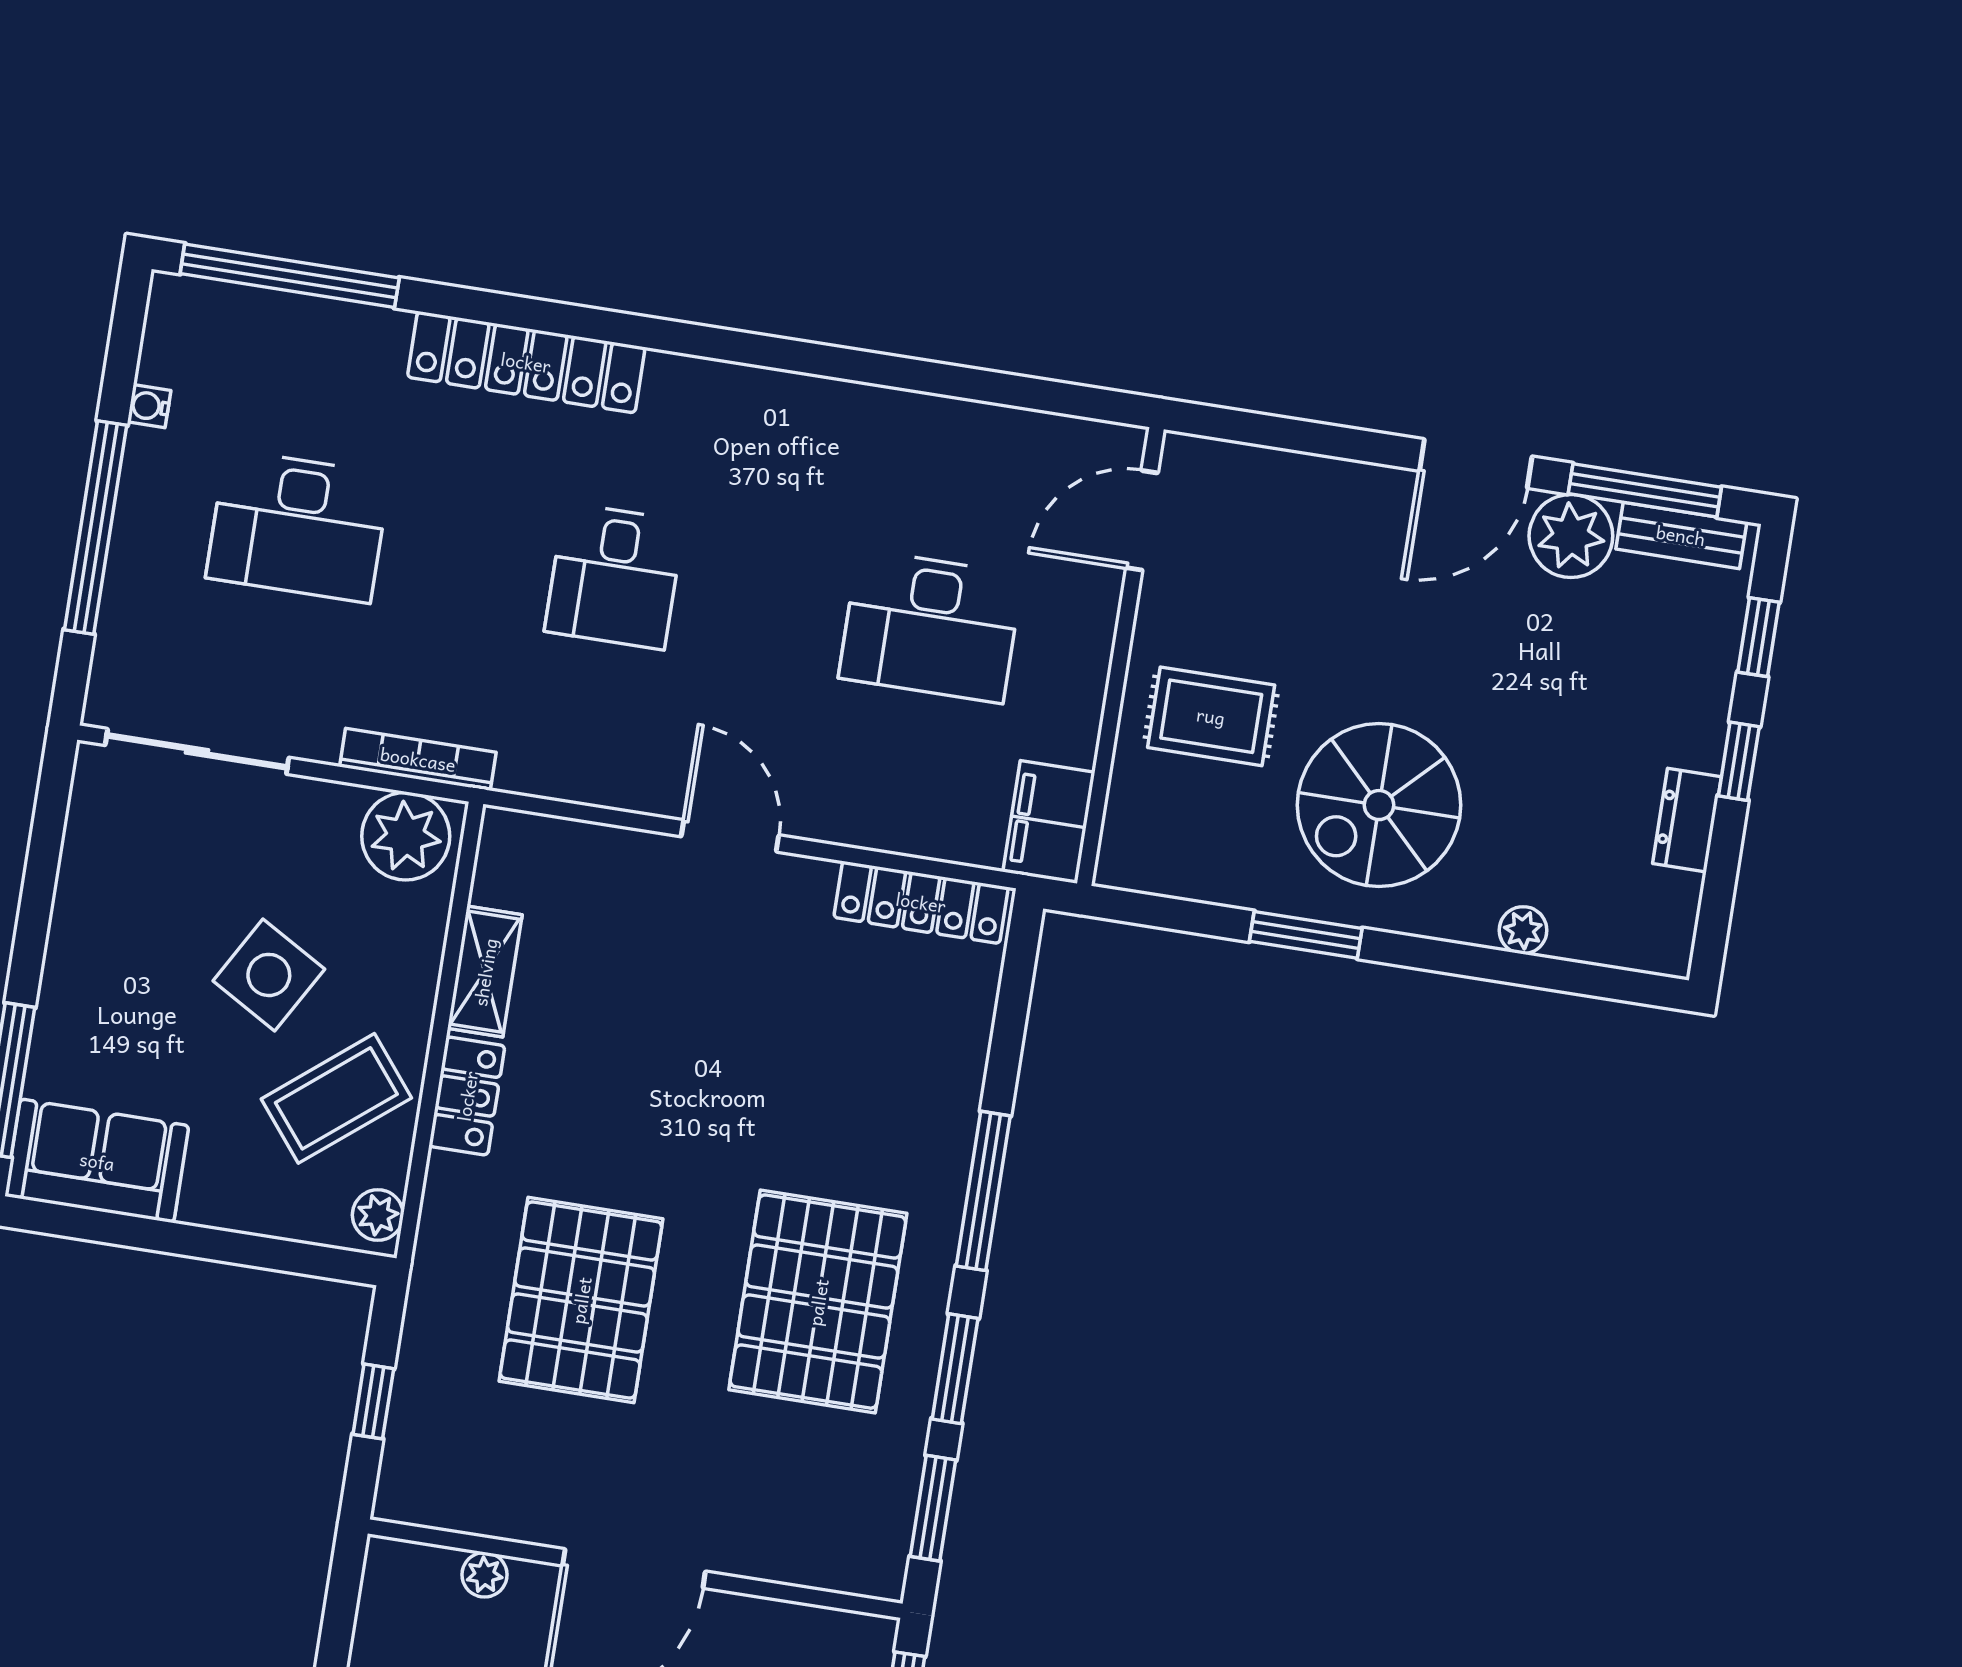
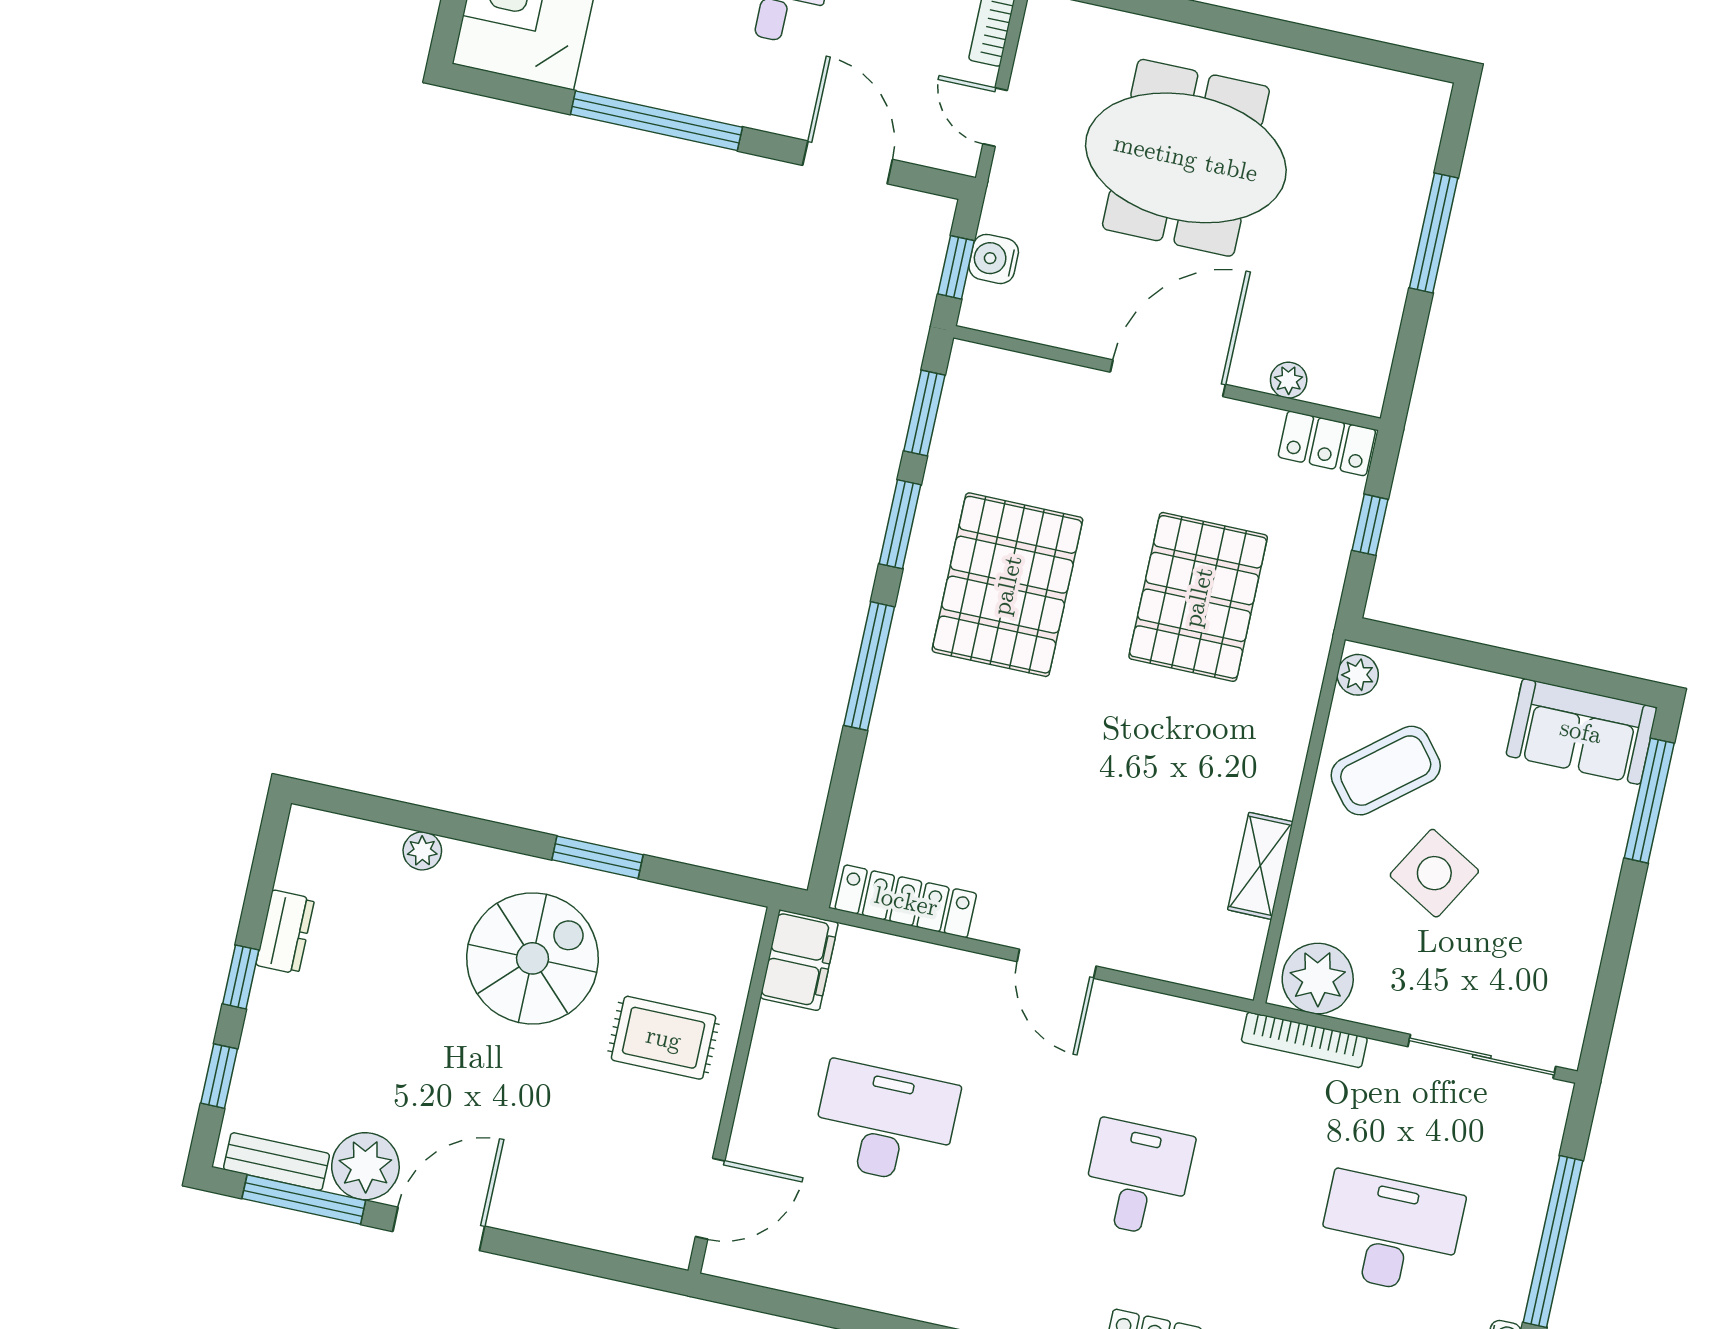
locker: (467, 1096) -> (1327, 443), moved, turned -90

